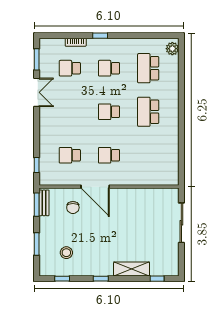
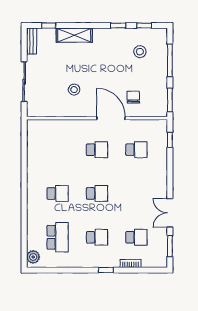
school desk: (148, 112) -> (58, 193), width x0.54
bench: (44, 203) -> (32, 41), moved
stool: (132, 215) -> (74, 90), added
window: (37, 244) -> (170, 60), width x1.44
window: (101, 279) -> (118, 25), moved

